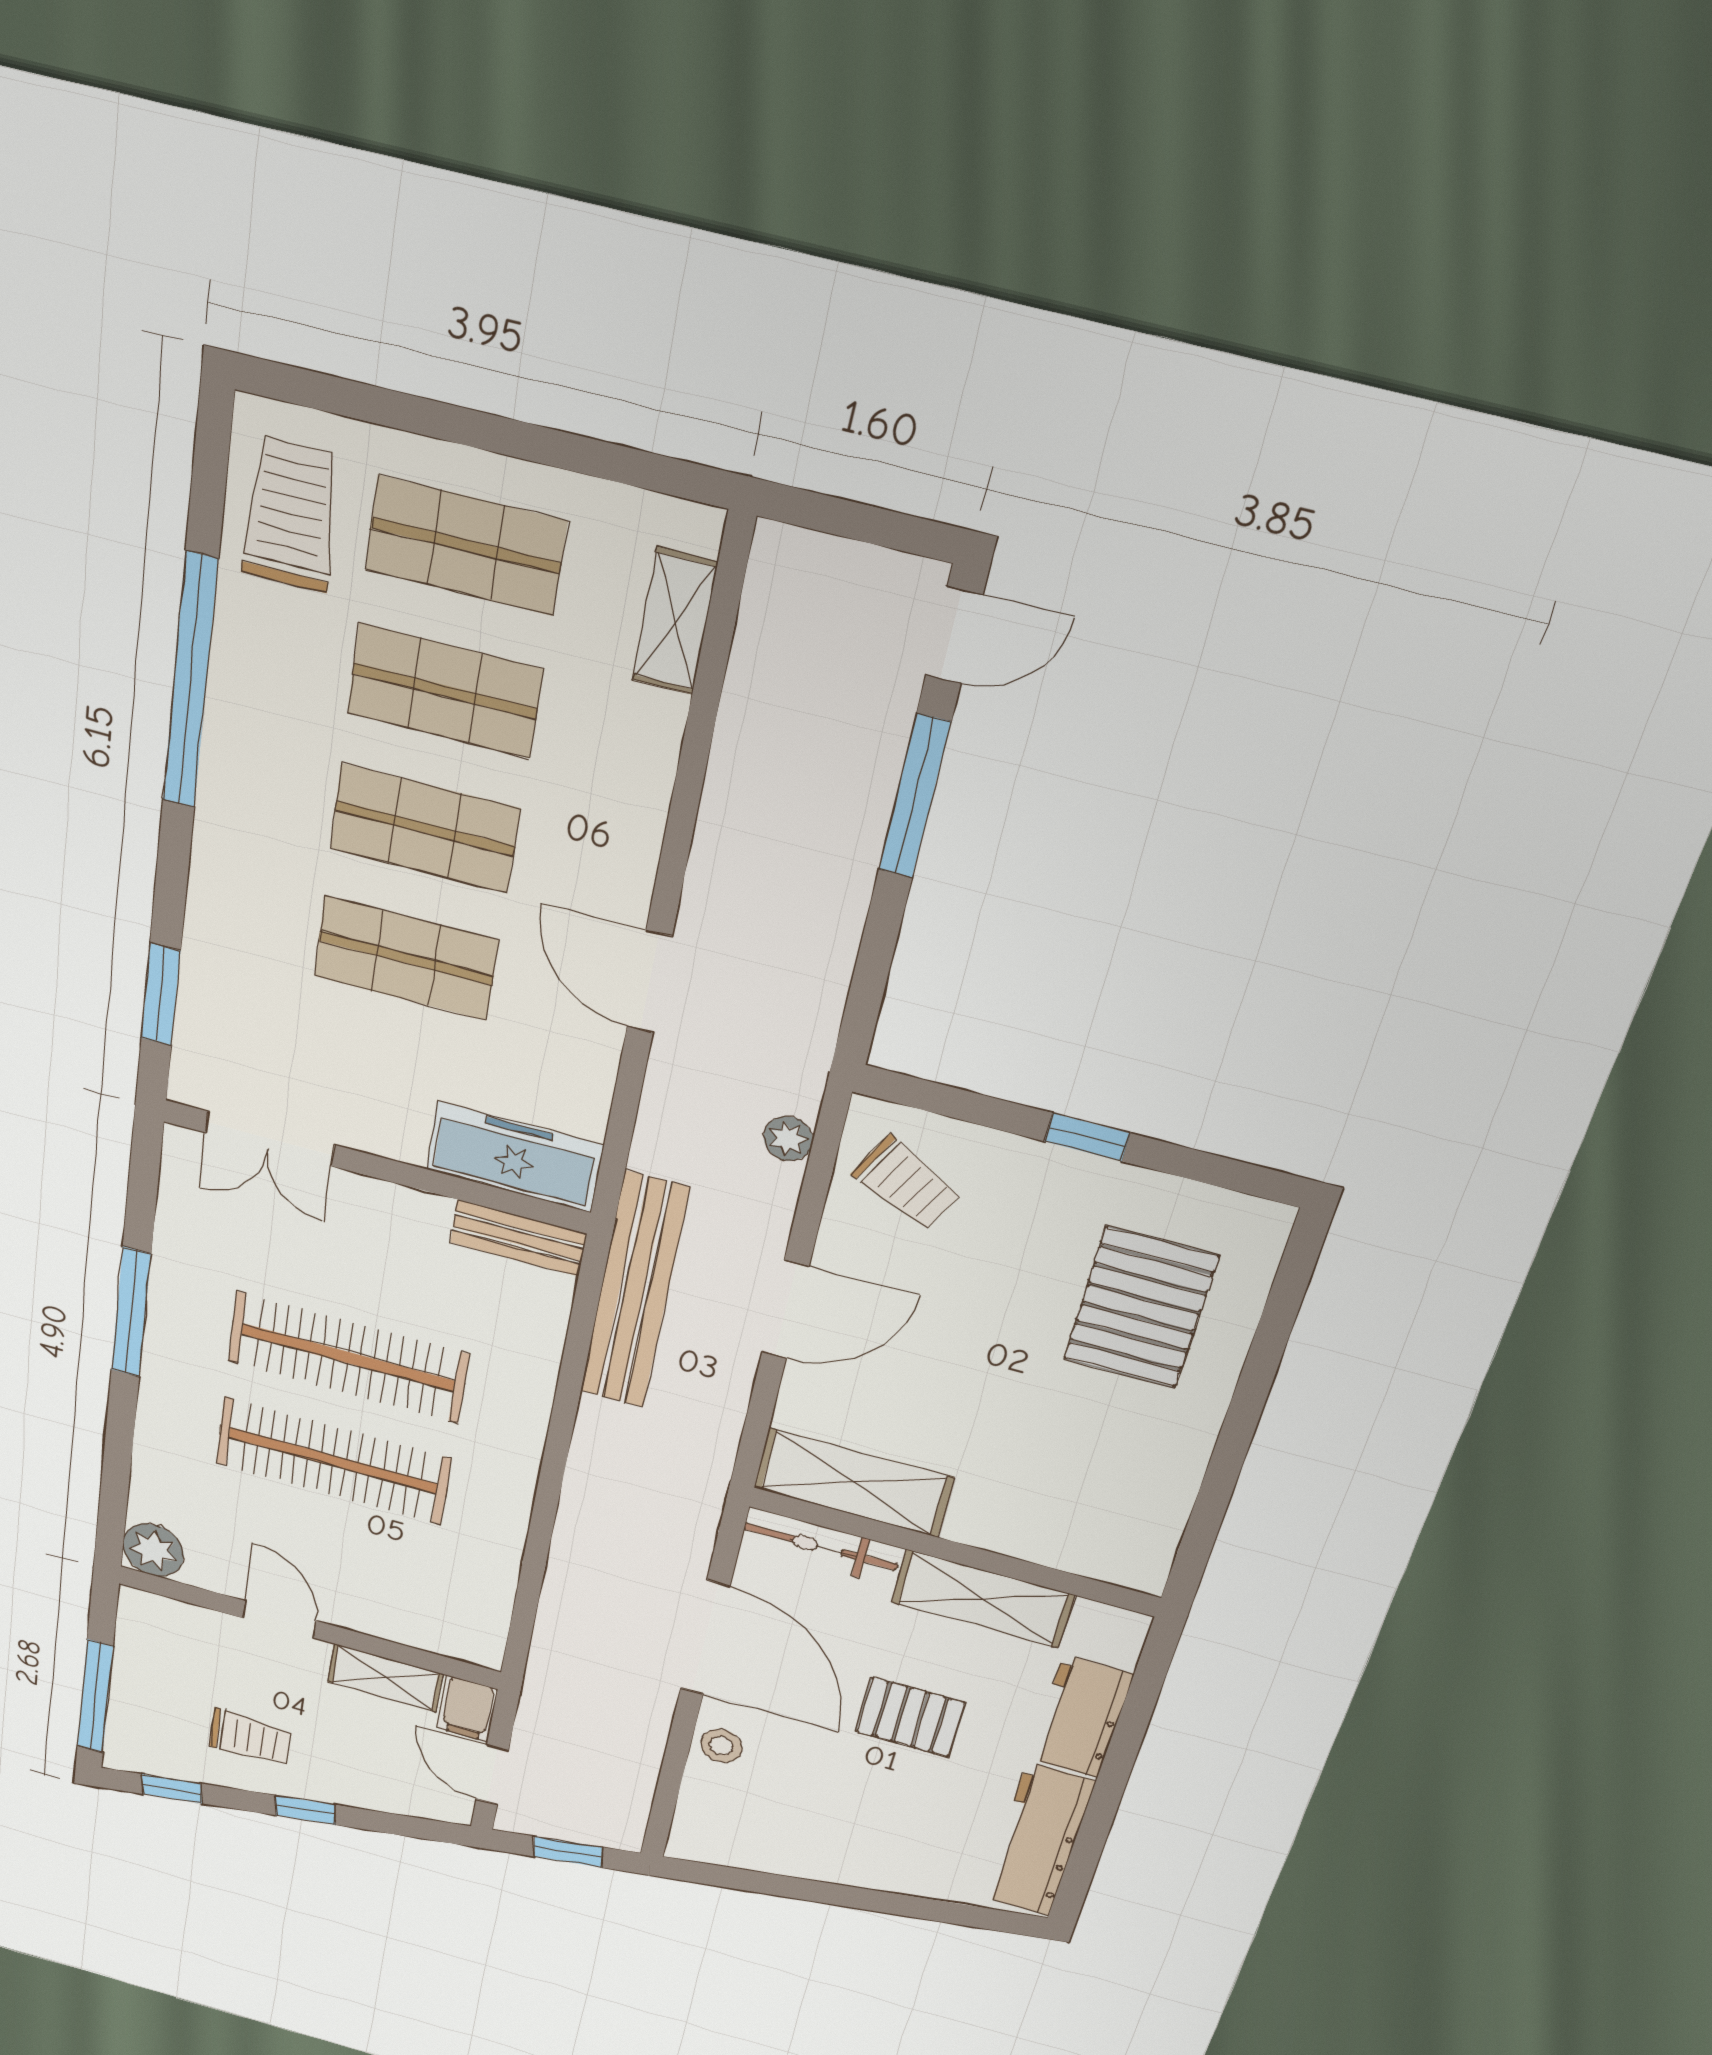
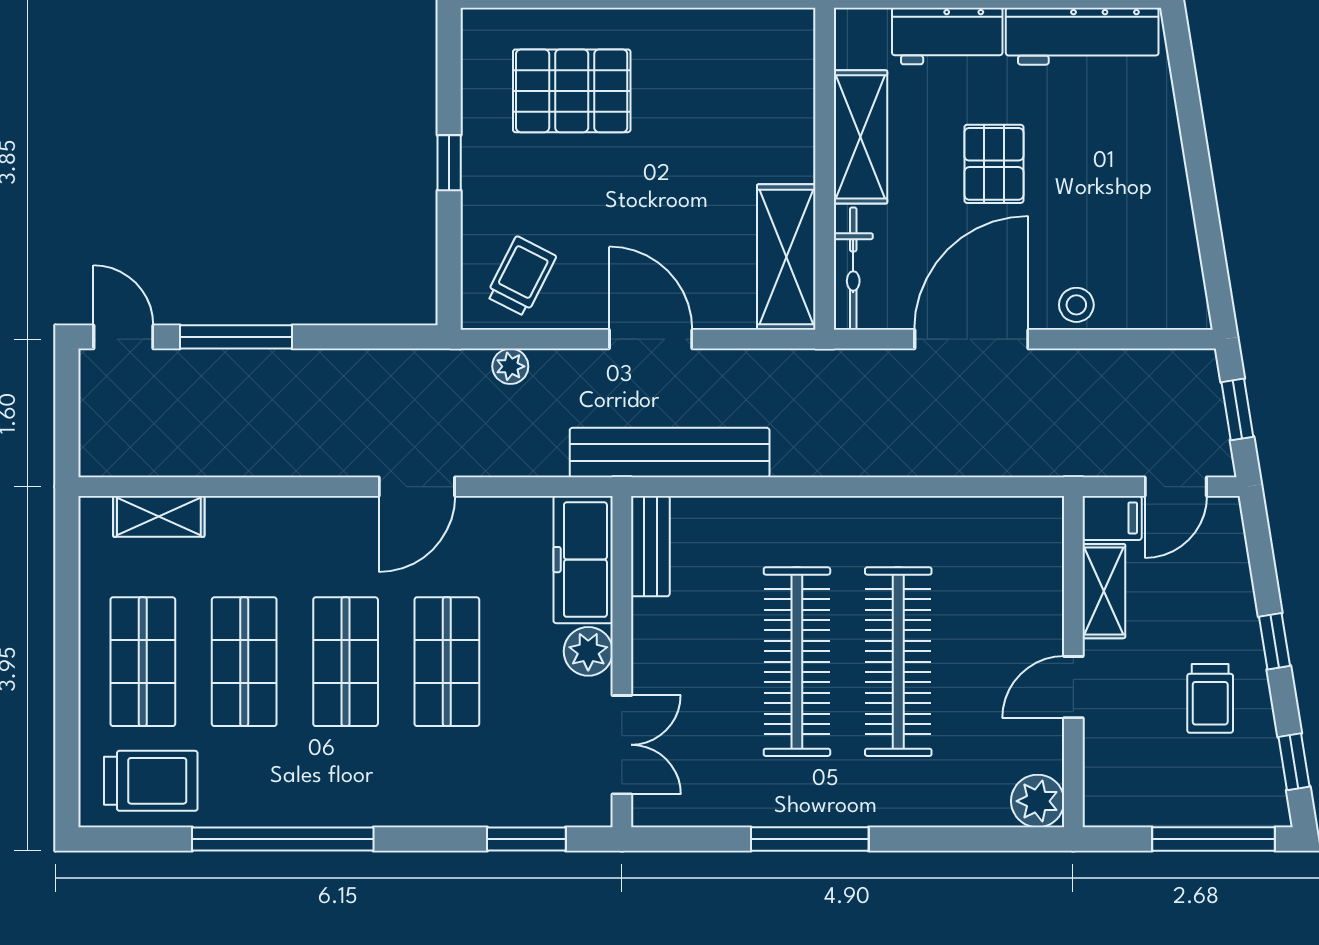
trolley: (291, 515) -> (151, 781), turned 180
plant: (394, 1132) -> (588, 651), added
trolley: (250, 1738) -> (1210, 698), turned 180

